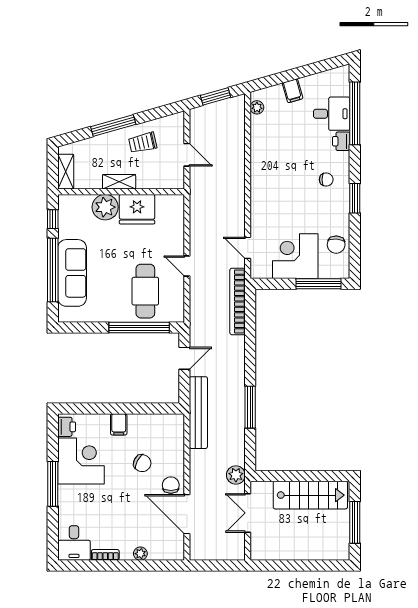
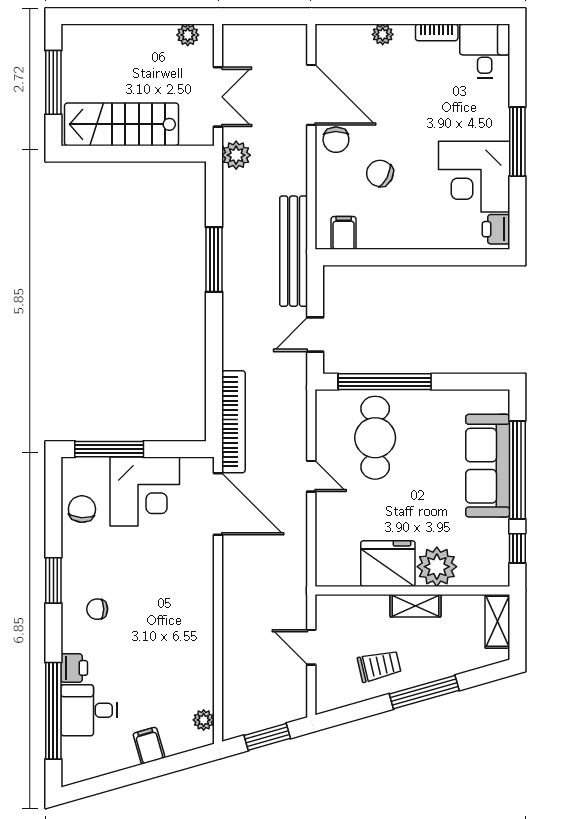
door: (248, 248) -> (218, 504), width x1.88
filing cabinet: (119, 424) -> (344, 233), moved
plant: (267, 553) -> (188, 35), added

